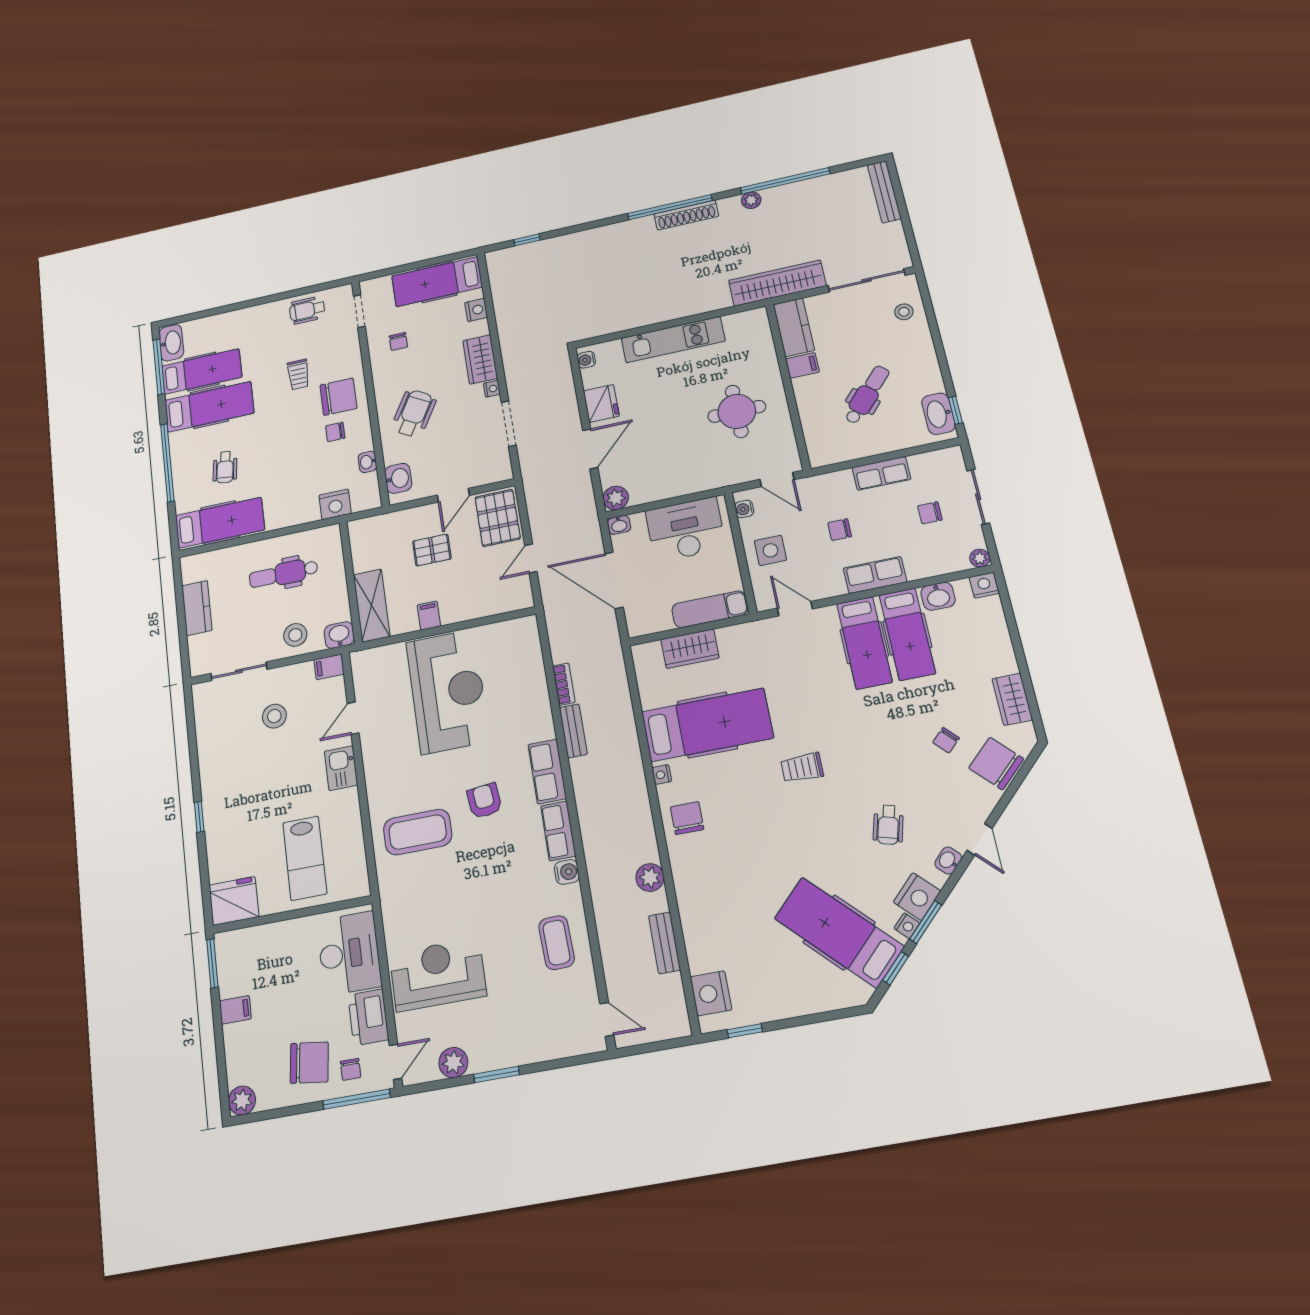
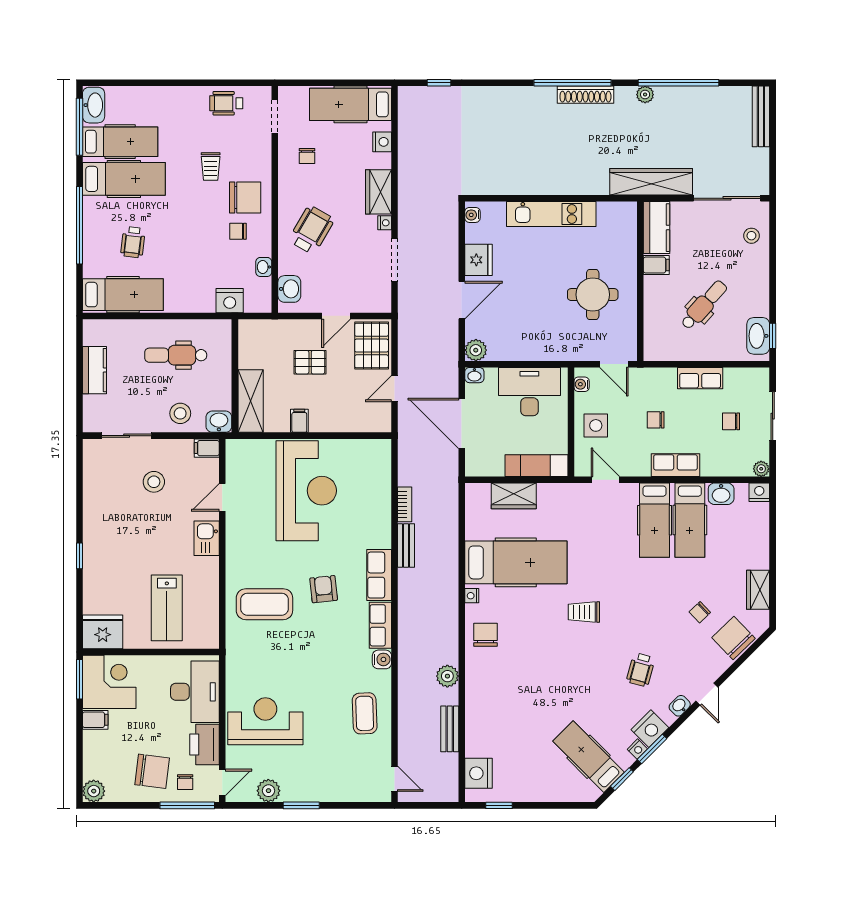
hospital bed: (839, 932) -> (589, 757), width x0.73, depth x0.78
corner desk: (247, 960) -> (109, 682), added

